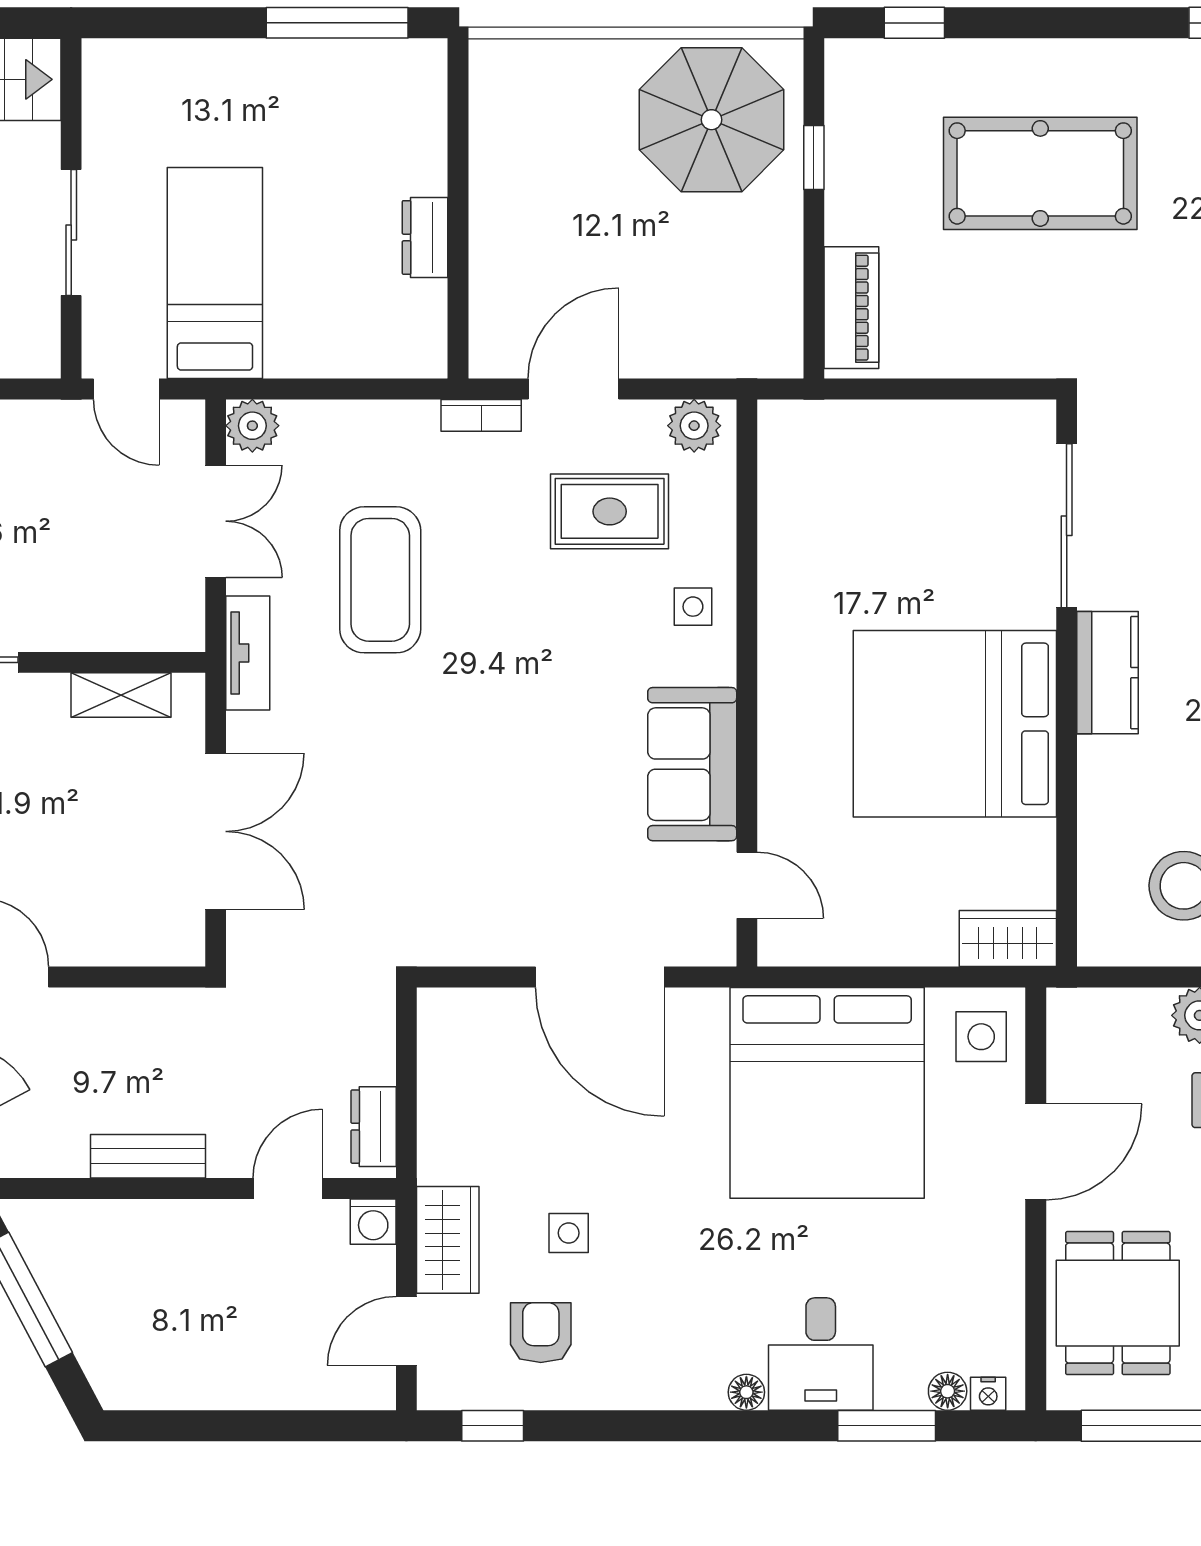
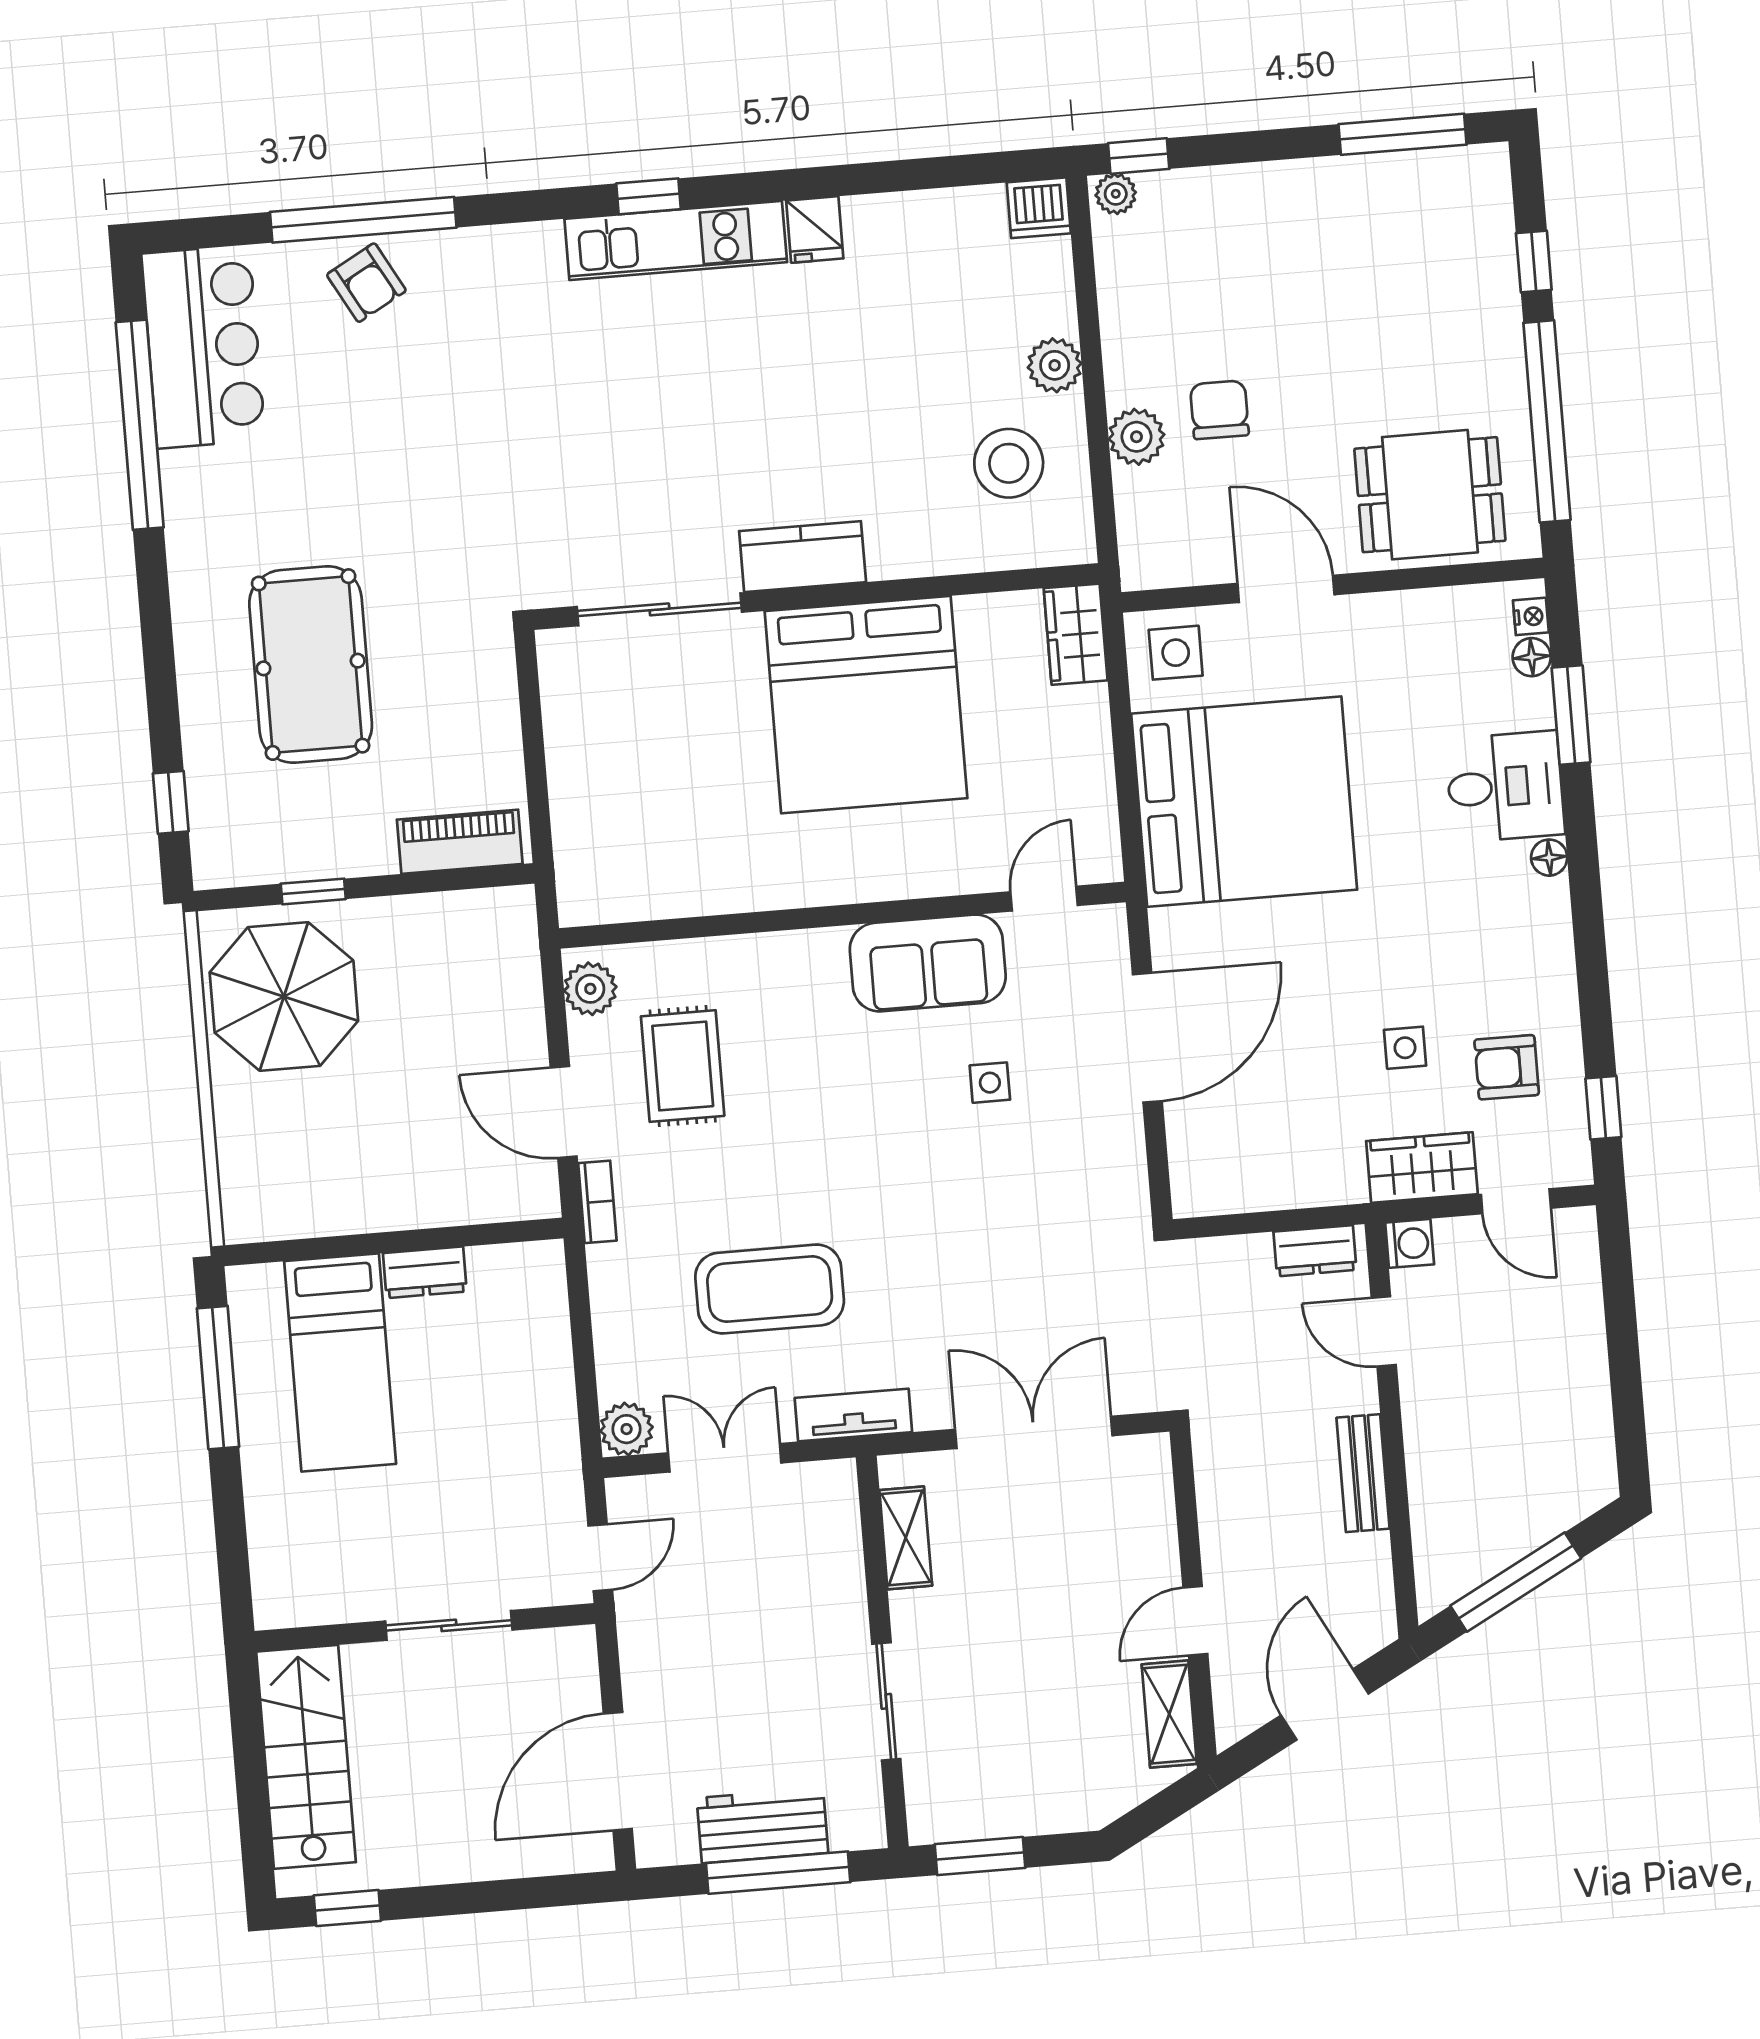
bed: (215, 273) -> (340, 1363), moved, turned -90
side table: (693, 607) -> (990, 1083), moved

